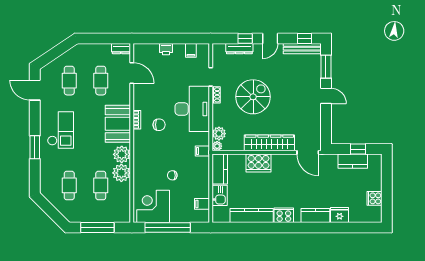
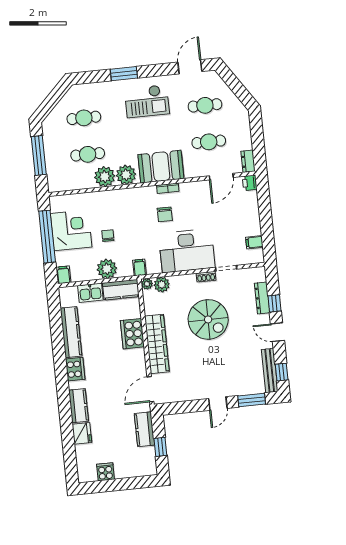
printer: (166, 49) -> (250, 183), moved
kitchen counter: (353, 161) -> (144, 429), moved
plant: (201, 179) -> (107, 269), added
filing cabinet: (202, 204) -> (64, 275), moved
corner desk: (153, 206) -> (71, 230), moved

